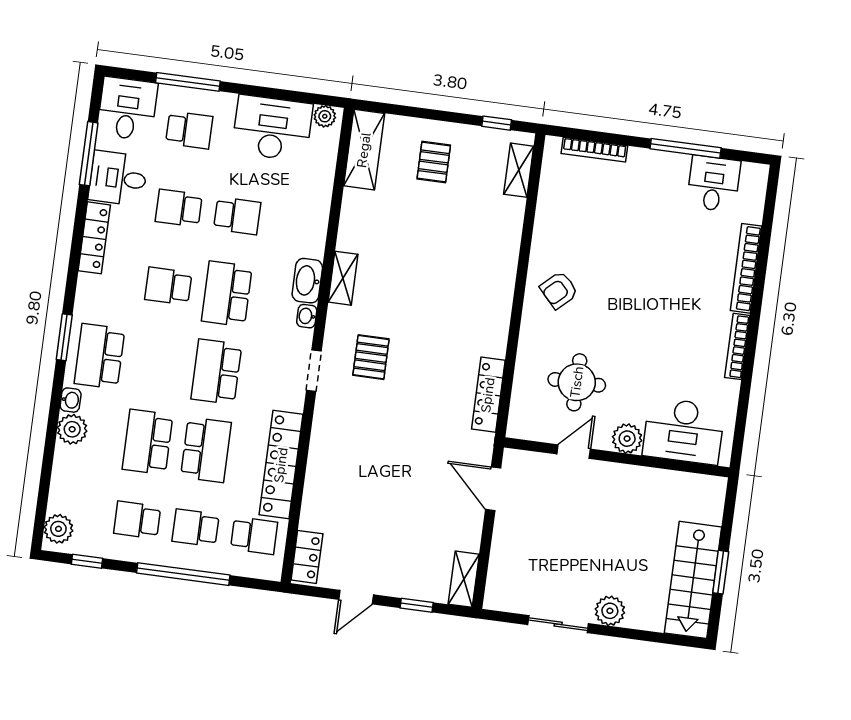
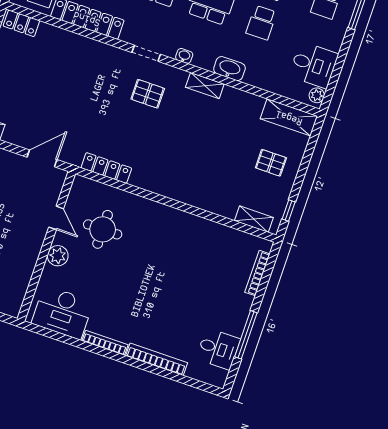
desk: (272, 128) -> (314, 65), width x0.73
washbasin: (307, 281) -> (229, 69), moved
armchair: (559, 290) -> (167, 230), removed
desk: (684, 431) -> (62, 312), moved, turned -90

